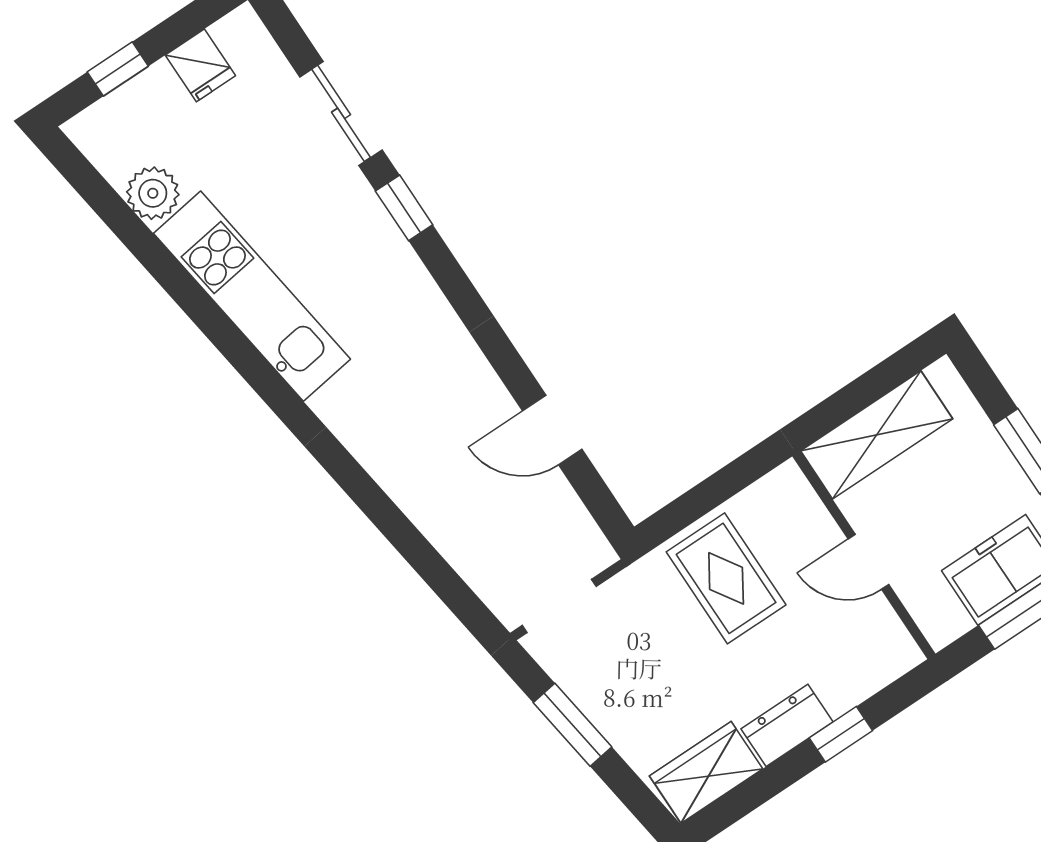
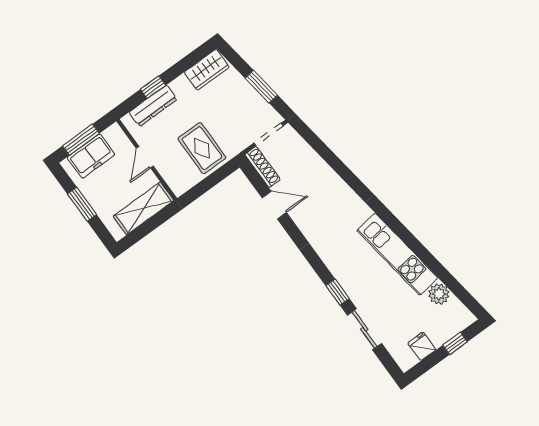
shoe rack: (577, 526) -> (263, 167), added
door: (868, 562) -> (145, 157), swing flipped
dresser: (787, 725) -> (153, 106), moved, width x1.44

